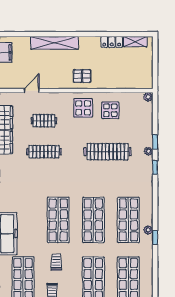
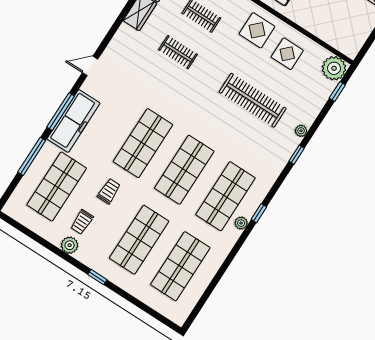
plant: (148, 97) -> (334, 68), width x1.88, depth x1.88
window: (155, 142) -> (337, 92), moved
clothes rail: (44, 152) -> (178, 52), width x0.73
window: (155, 237) -> (259, 213), moved

